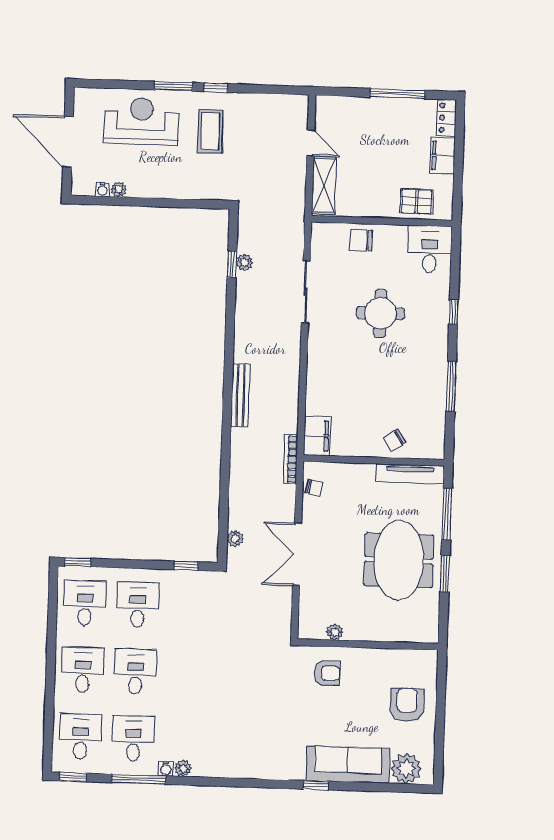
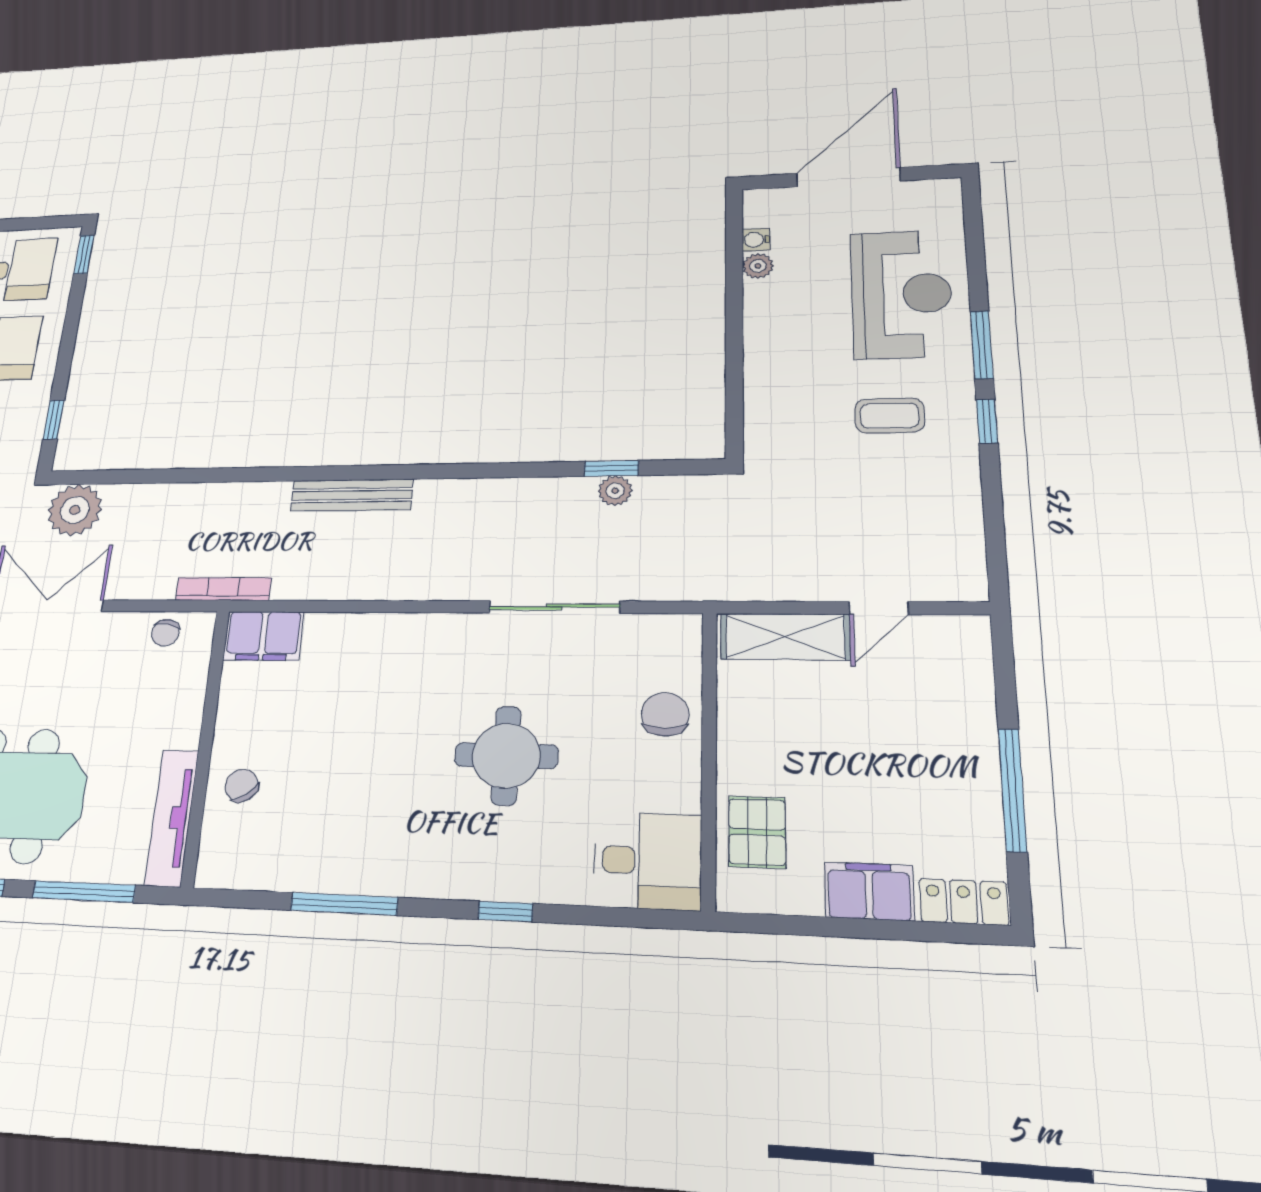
coffee table: (210, 131) -> (889, 416), width x0.73, depth x0.77
plant: (235, 539) -> (75, 510), width x1.87, depth x1.87

